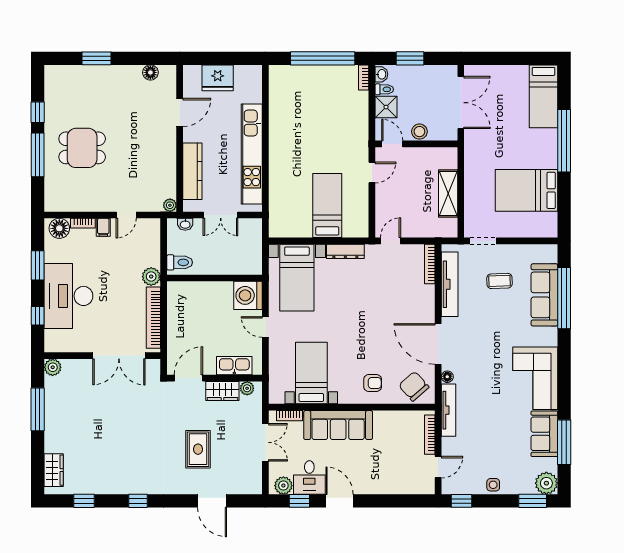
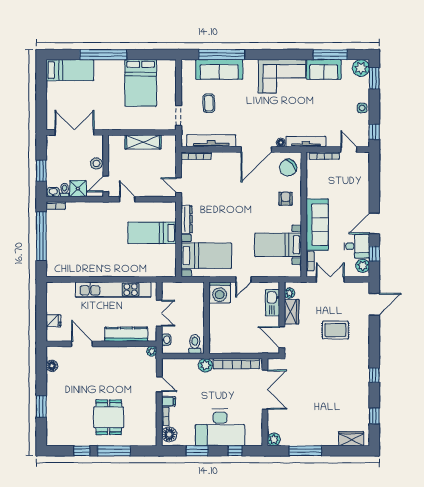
fridge: (218, 78) -> (53, 321), width x0.53, depth x0.75
door: (212, 501) -> (374, 304), moved

